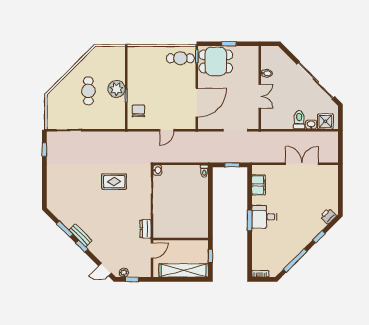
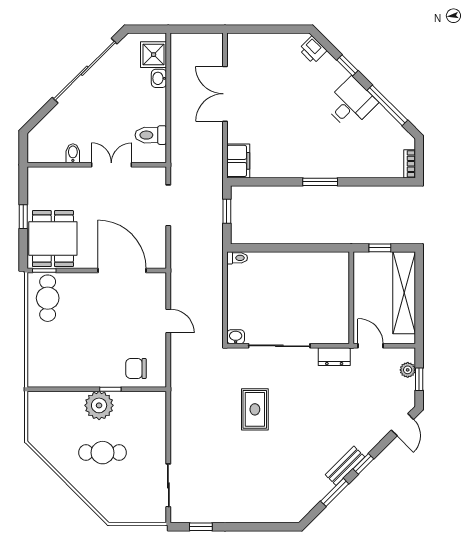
toilet: (299, 120) -> (151, 135), moved
filing cabinet: (259, 185) -> (238, 161), moved, turned 90
desk: (264, 217) -> (351, 104), moved, turned -135
plant: (124, 273) -> (408, 370), moved

